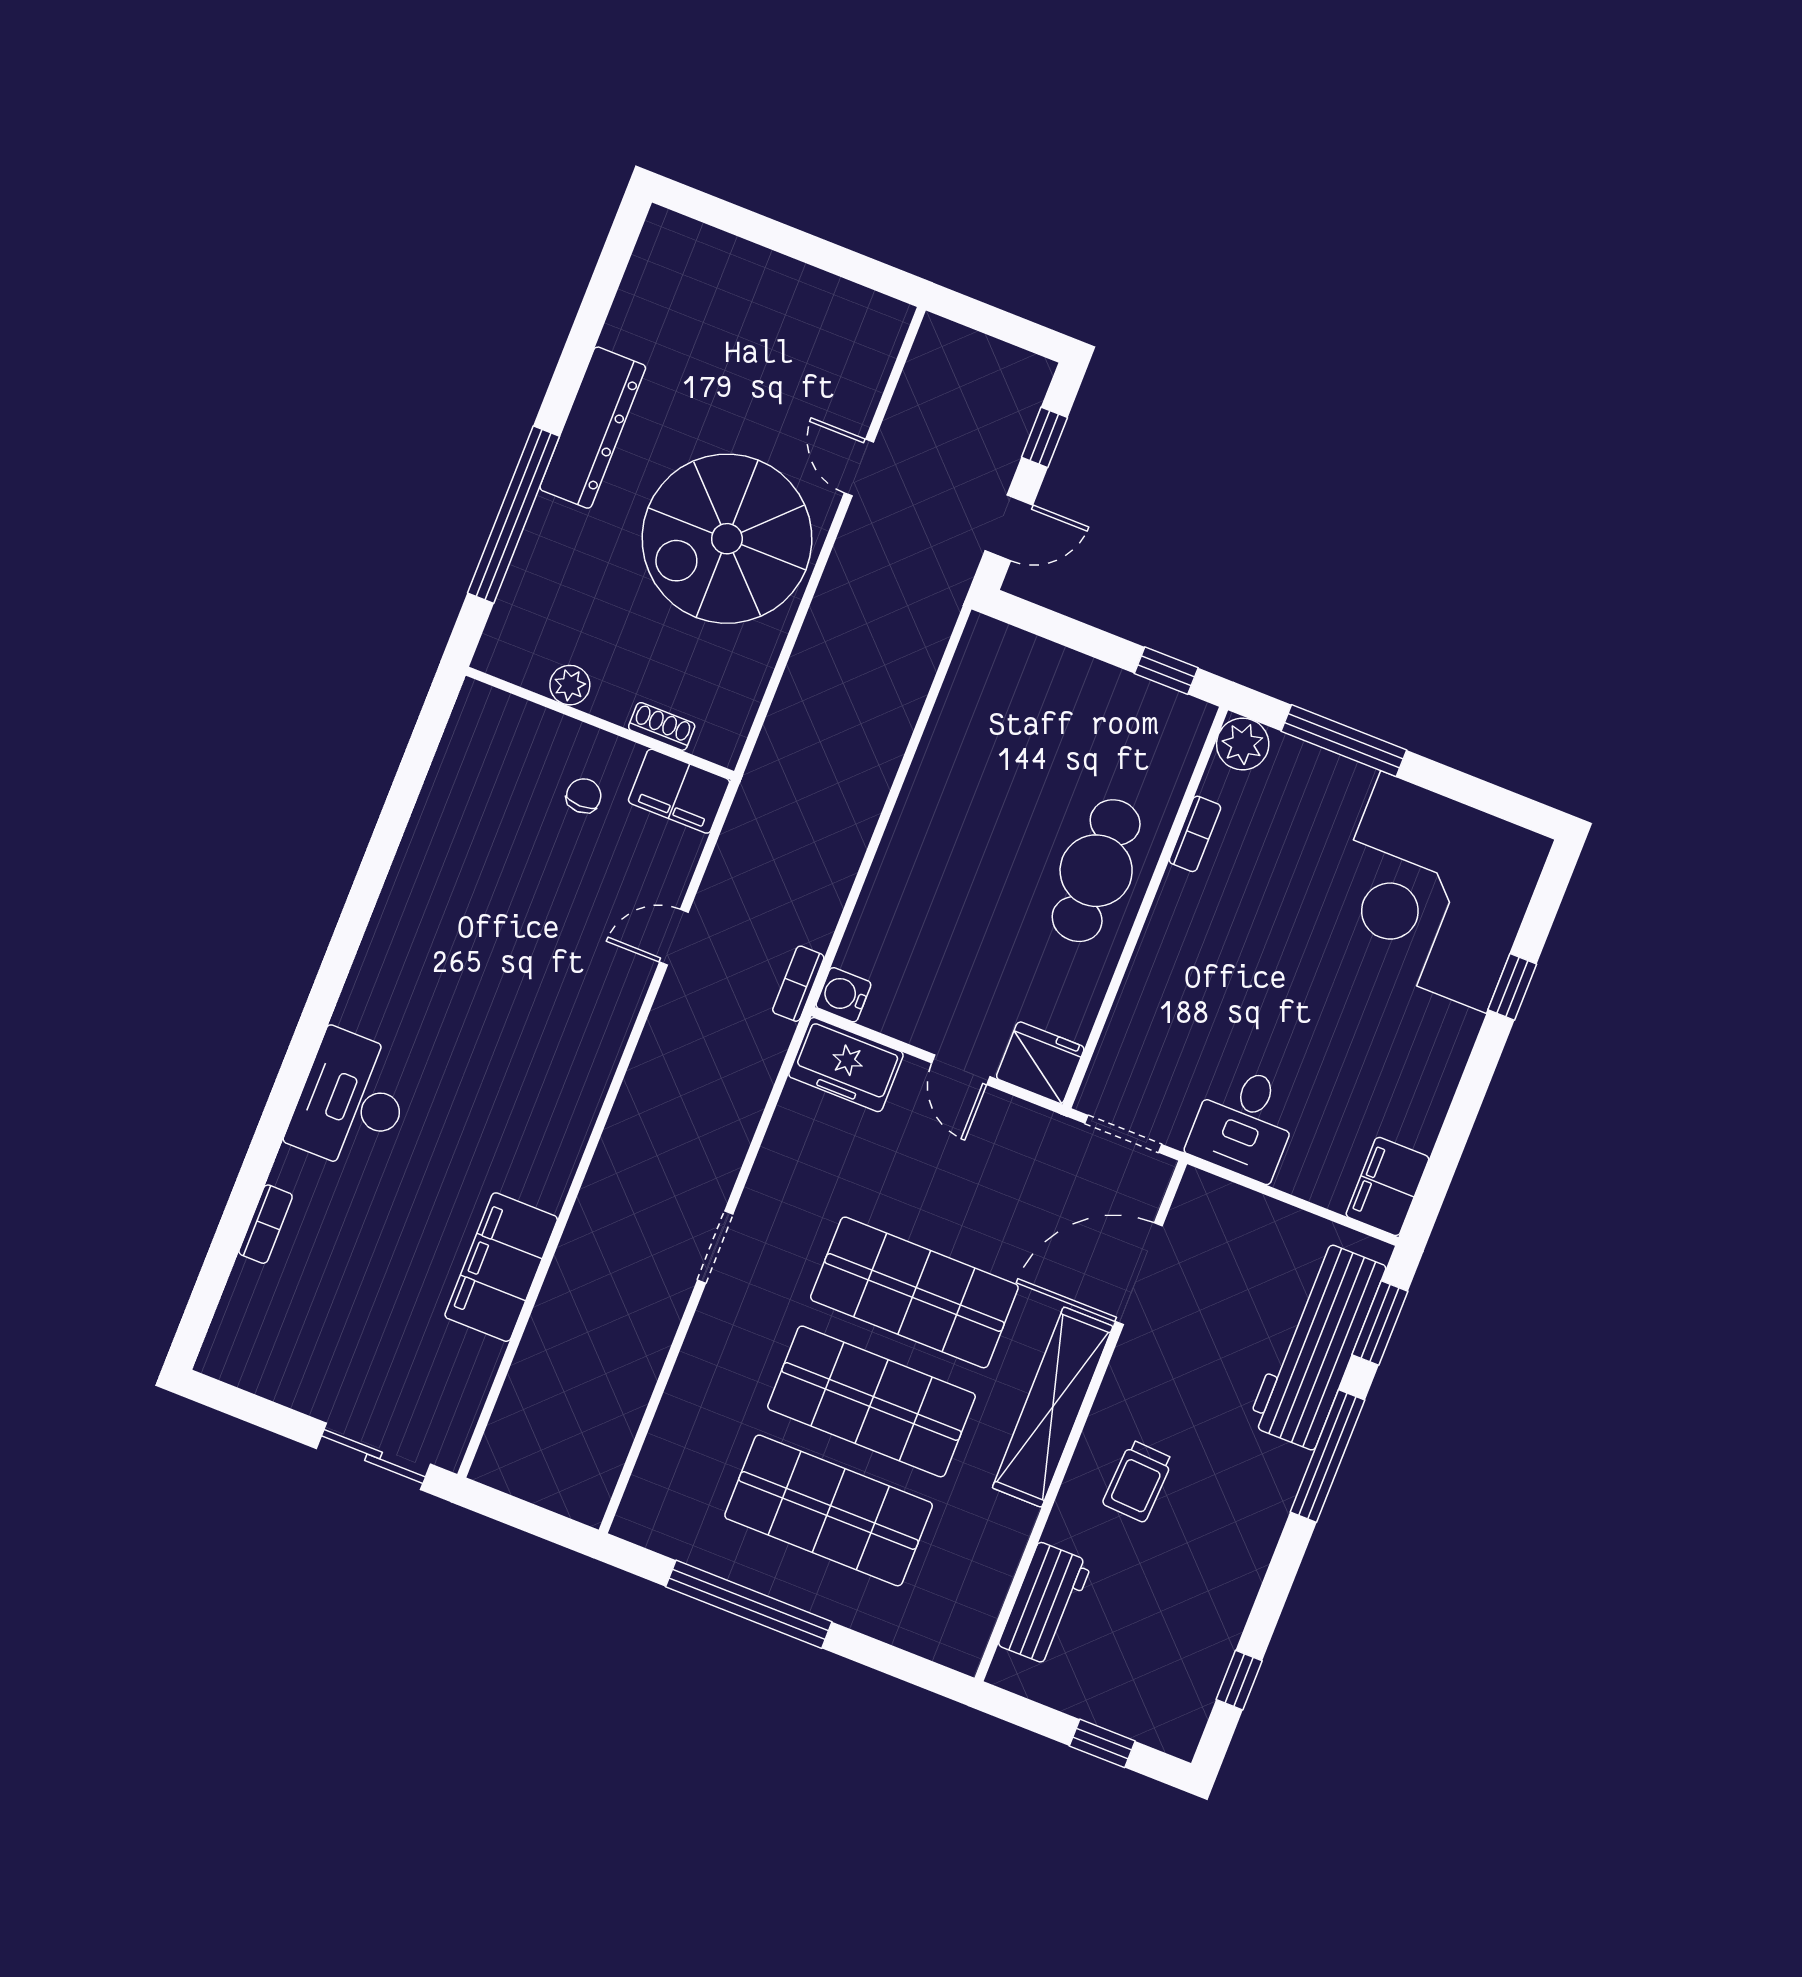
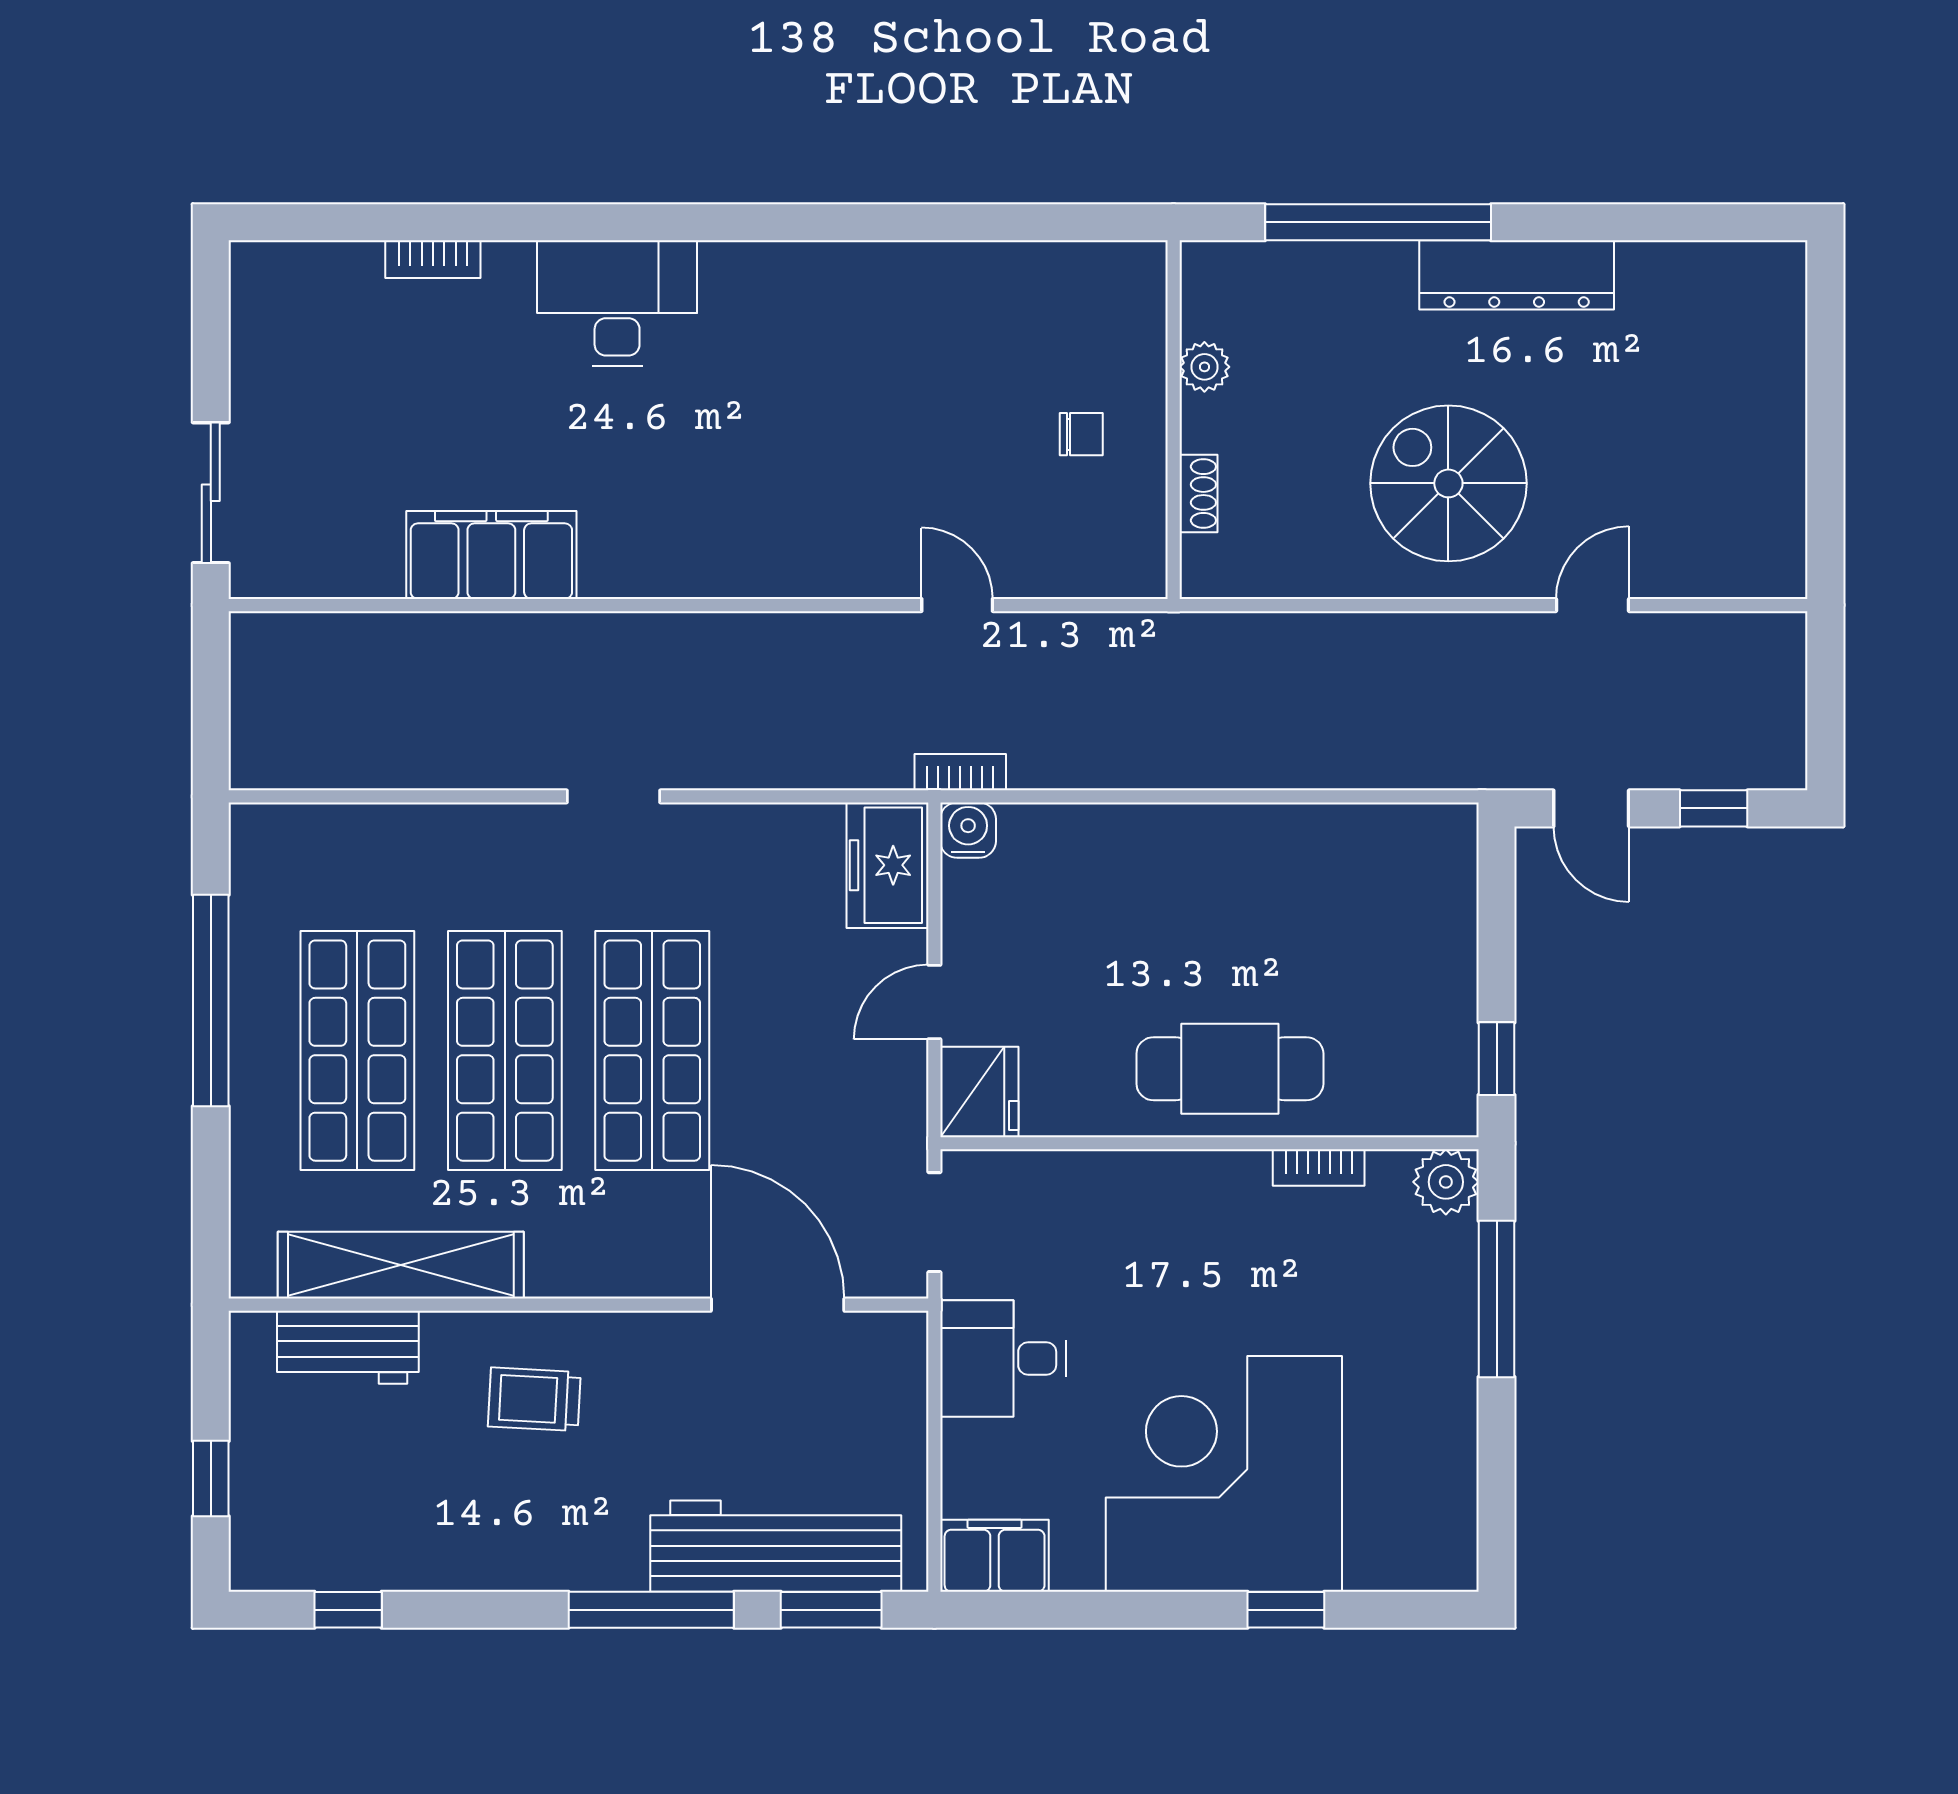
spiral stairs: (727, 539) -> (1448, 483), width x0.73, depth x0.73
filing cabinet: (679, 791) -> (1131, 544), removed
corner desk: (1434, 892) -> (1224, 1474), moved
shelving: (1053, 1407) -> (401, 1265), moved

